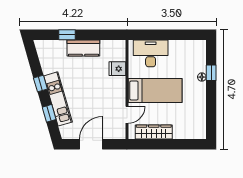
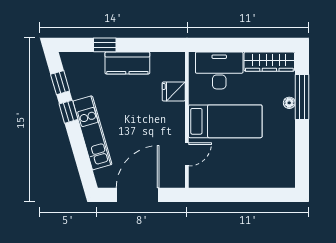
window: (211, 73) -> (302, 97), width x2.17
window: (49, 113) -> (60, 83), moved
wardrobe: (154, 132) -> (269, 62), moved, turned 180
door: (91, 144) -> (138, 195), width x1.36

